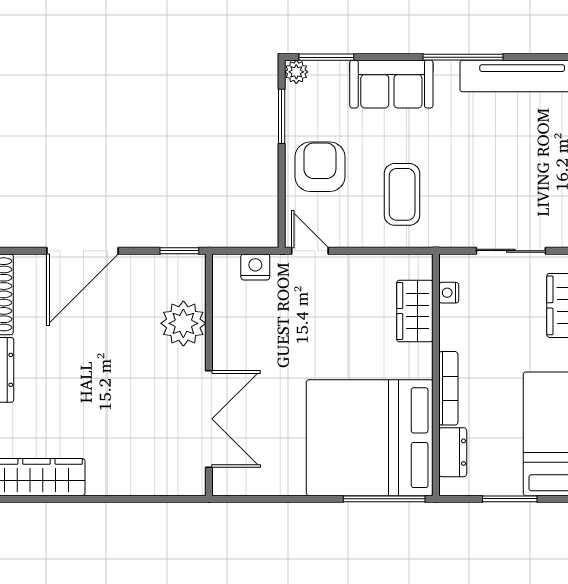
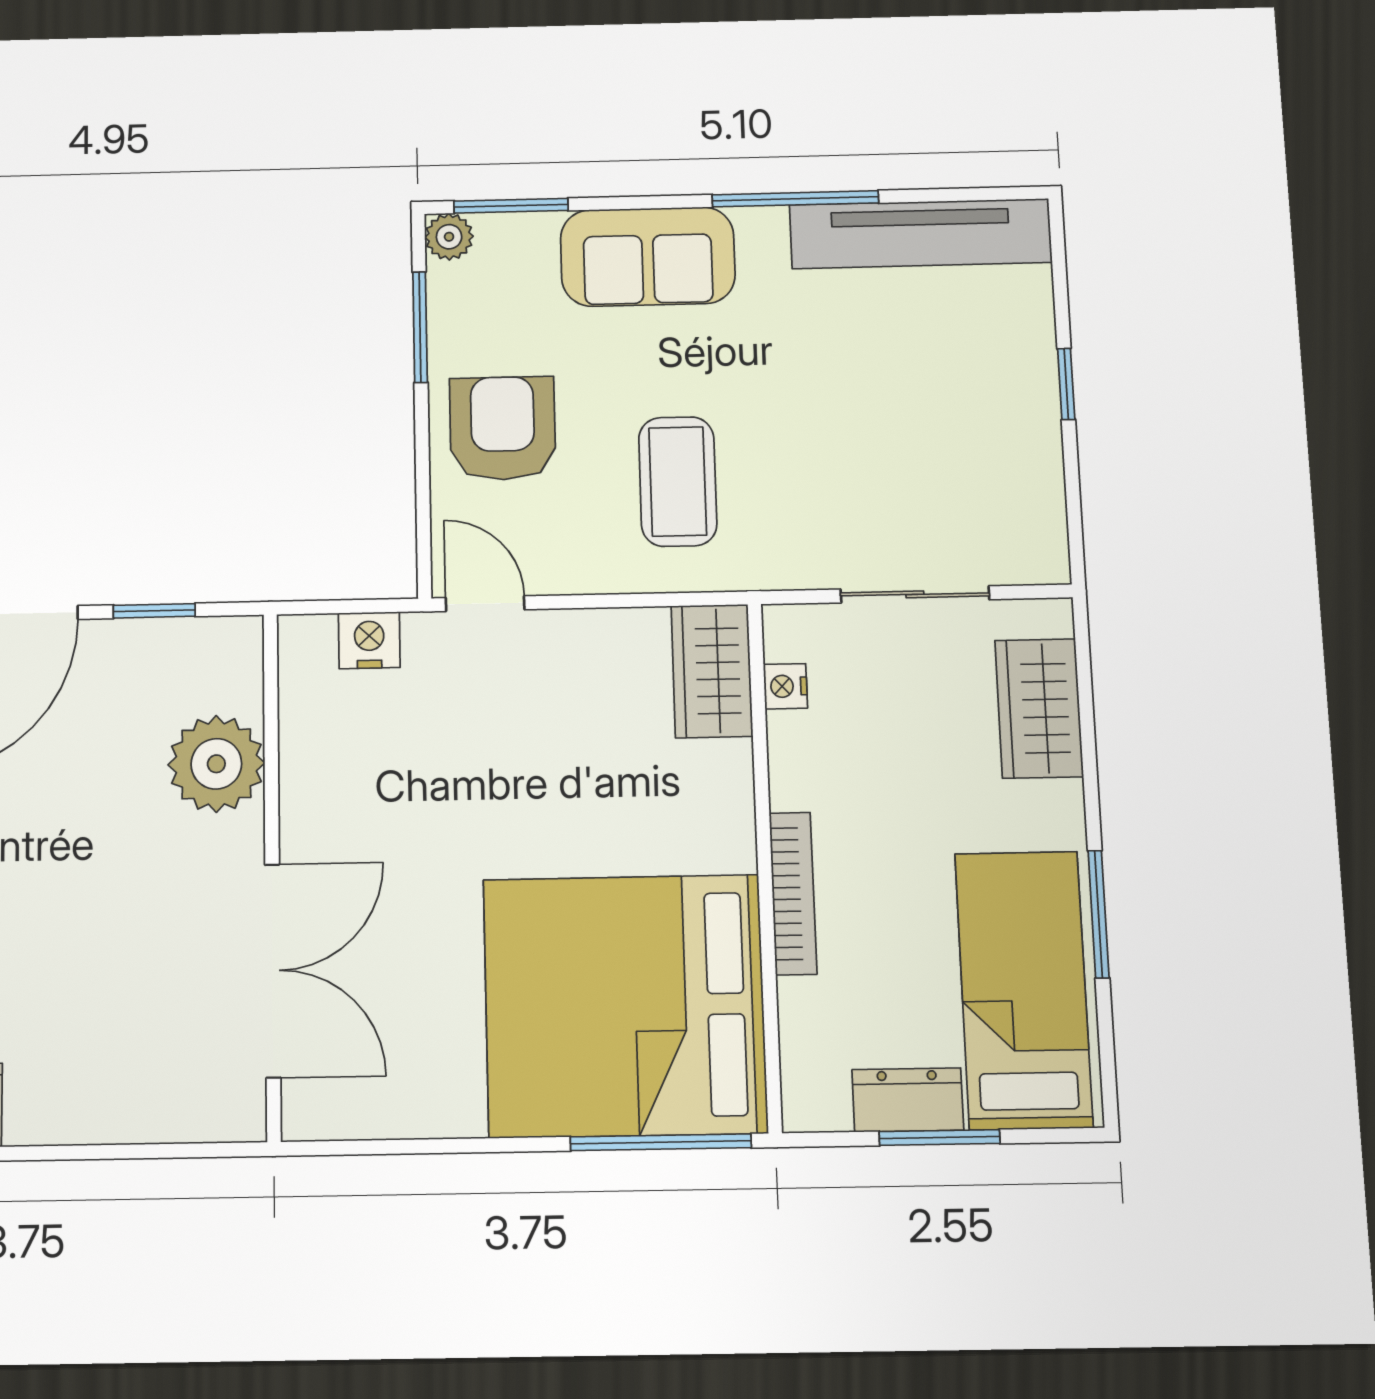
window: (179, 251) -> (154, 611), moved
wardrobe: (415, 311) -> (712, 671), moved
dresser: (453, 452) -> (908, 1100), moved, turned -90

